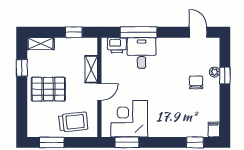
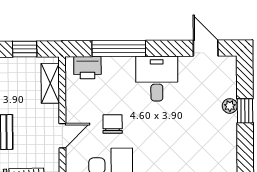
desk: (142, 53) -> (157, 79), moved
shelving: (91, 69) -> (50, 83), moved
chair: (196, 82) -> (113, 124), moved

